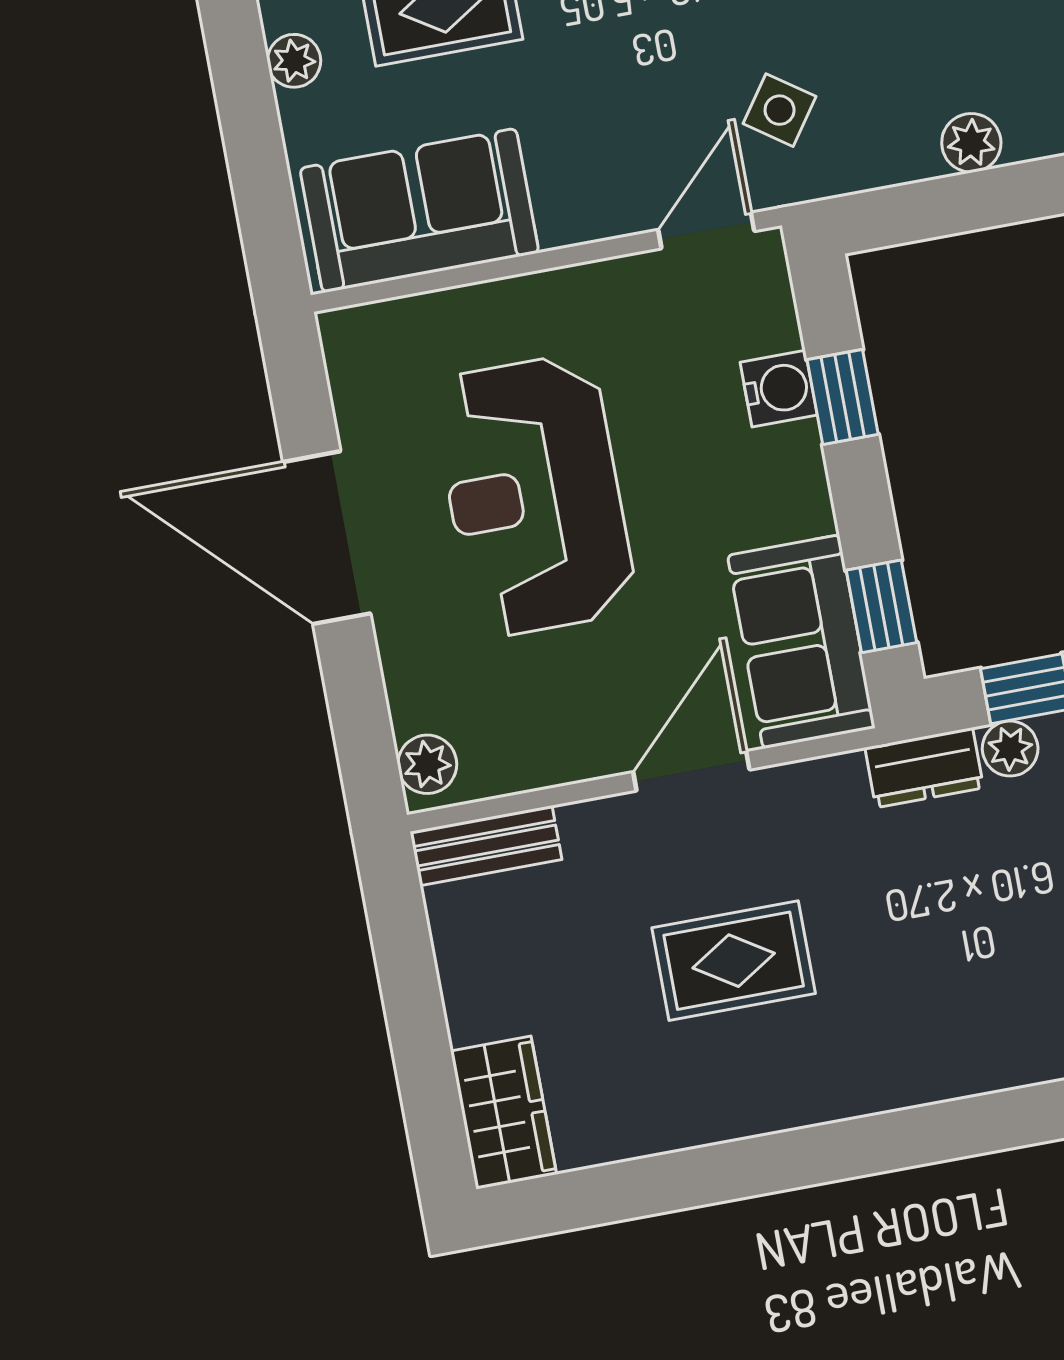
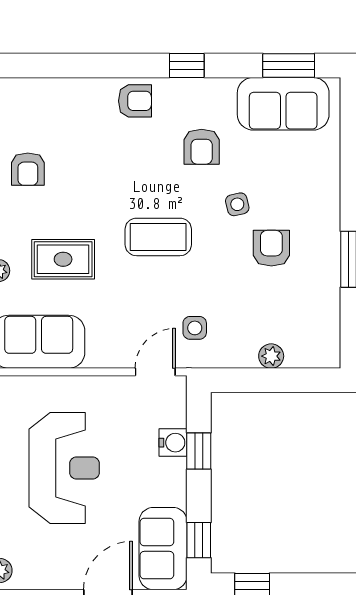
side table: (780, 110) -> (195, 328), turned -35
reception desk: (534, 496) -> (64, 468), turned 180

